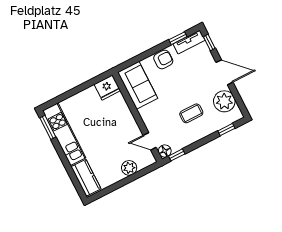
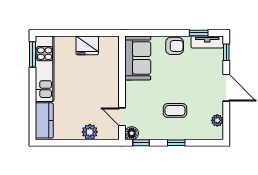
fridge: (107, 87) -> (87, 45), moved
plant: (224, 101) -> (217, 120), width x0.53, depth x0.53
window: (226, 130) -> (176, 143), moved

